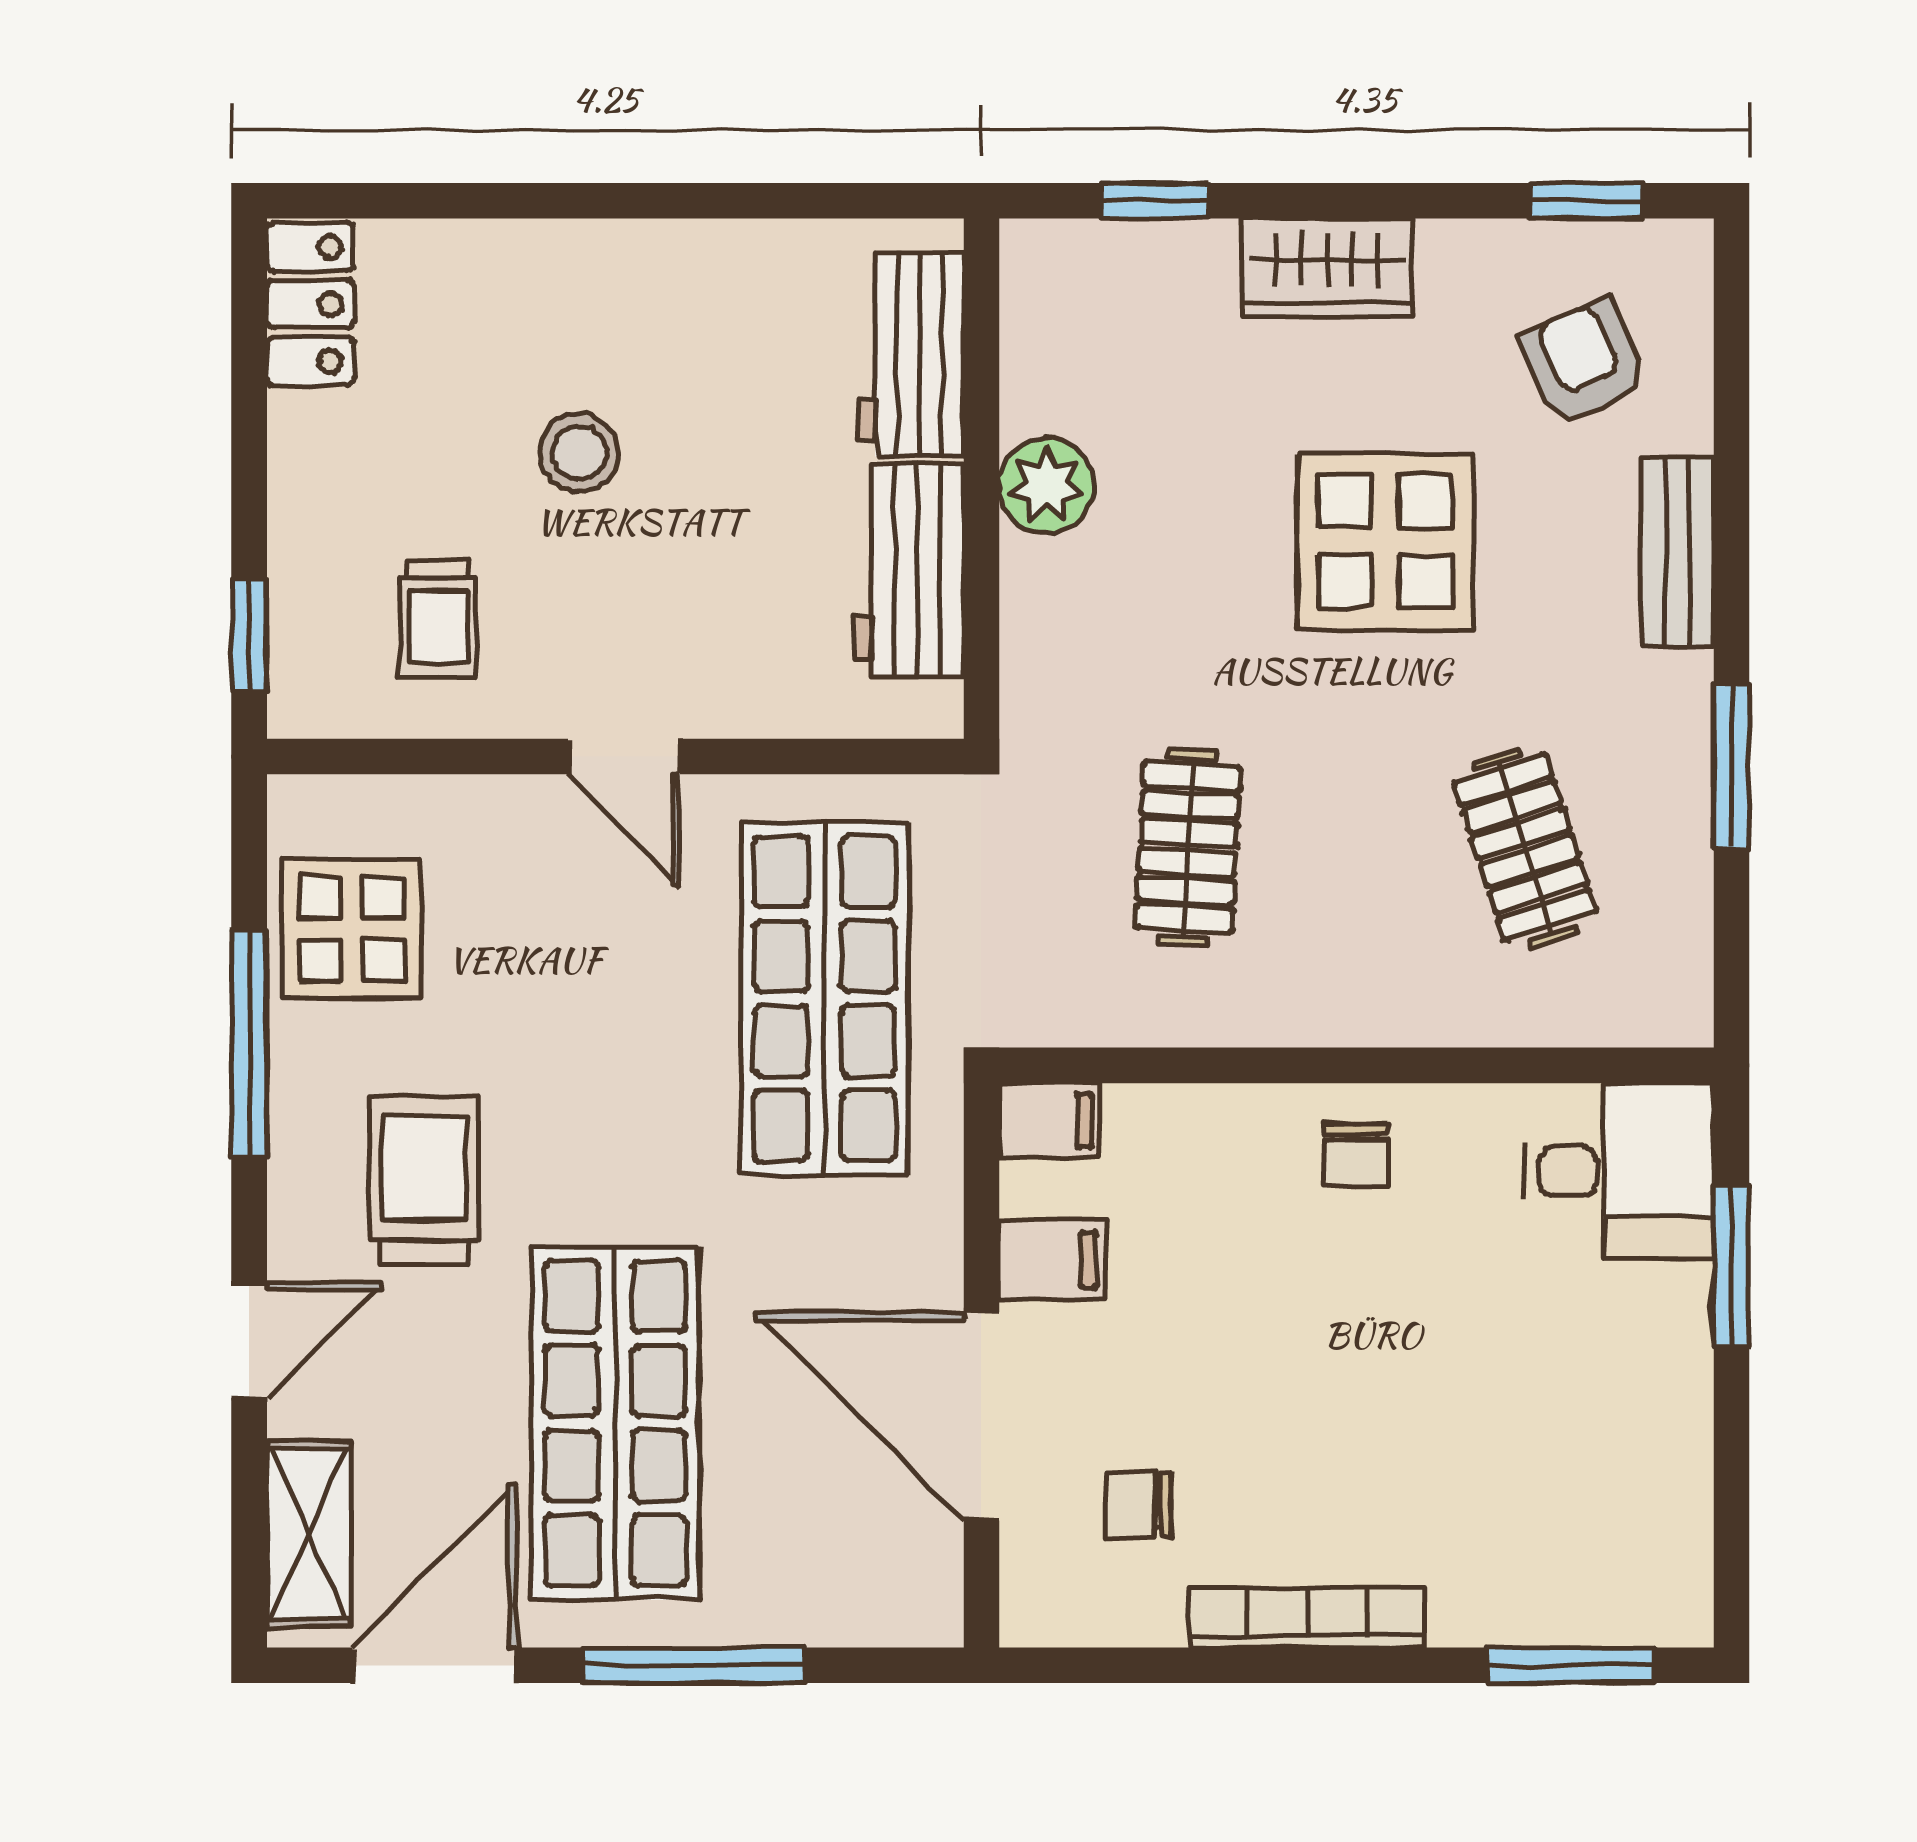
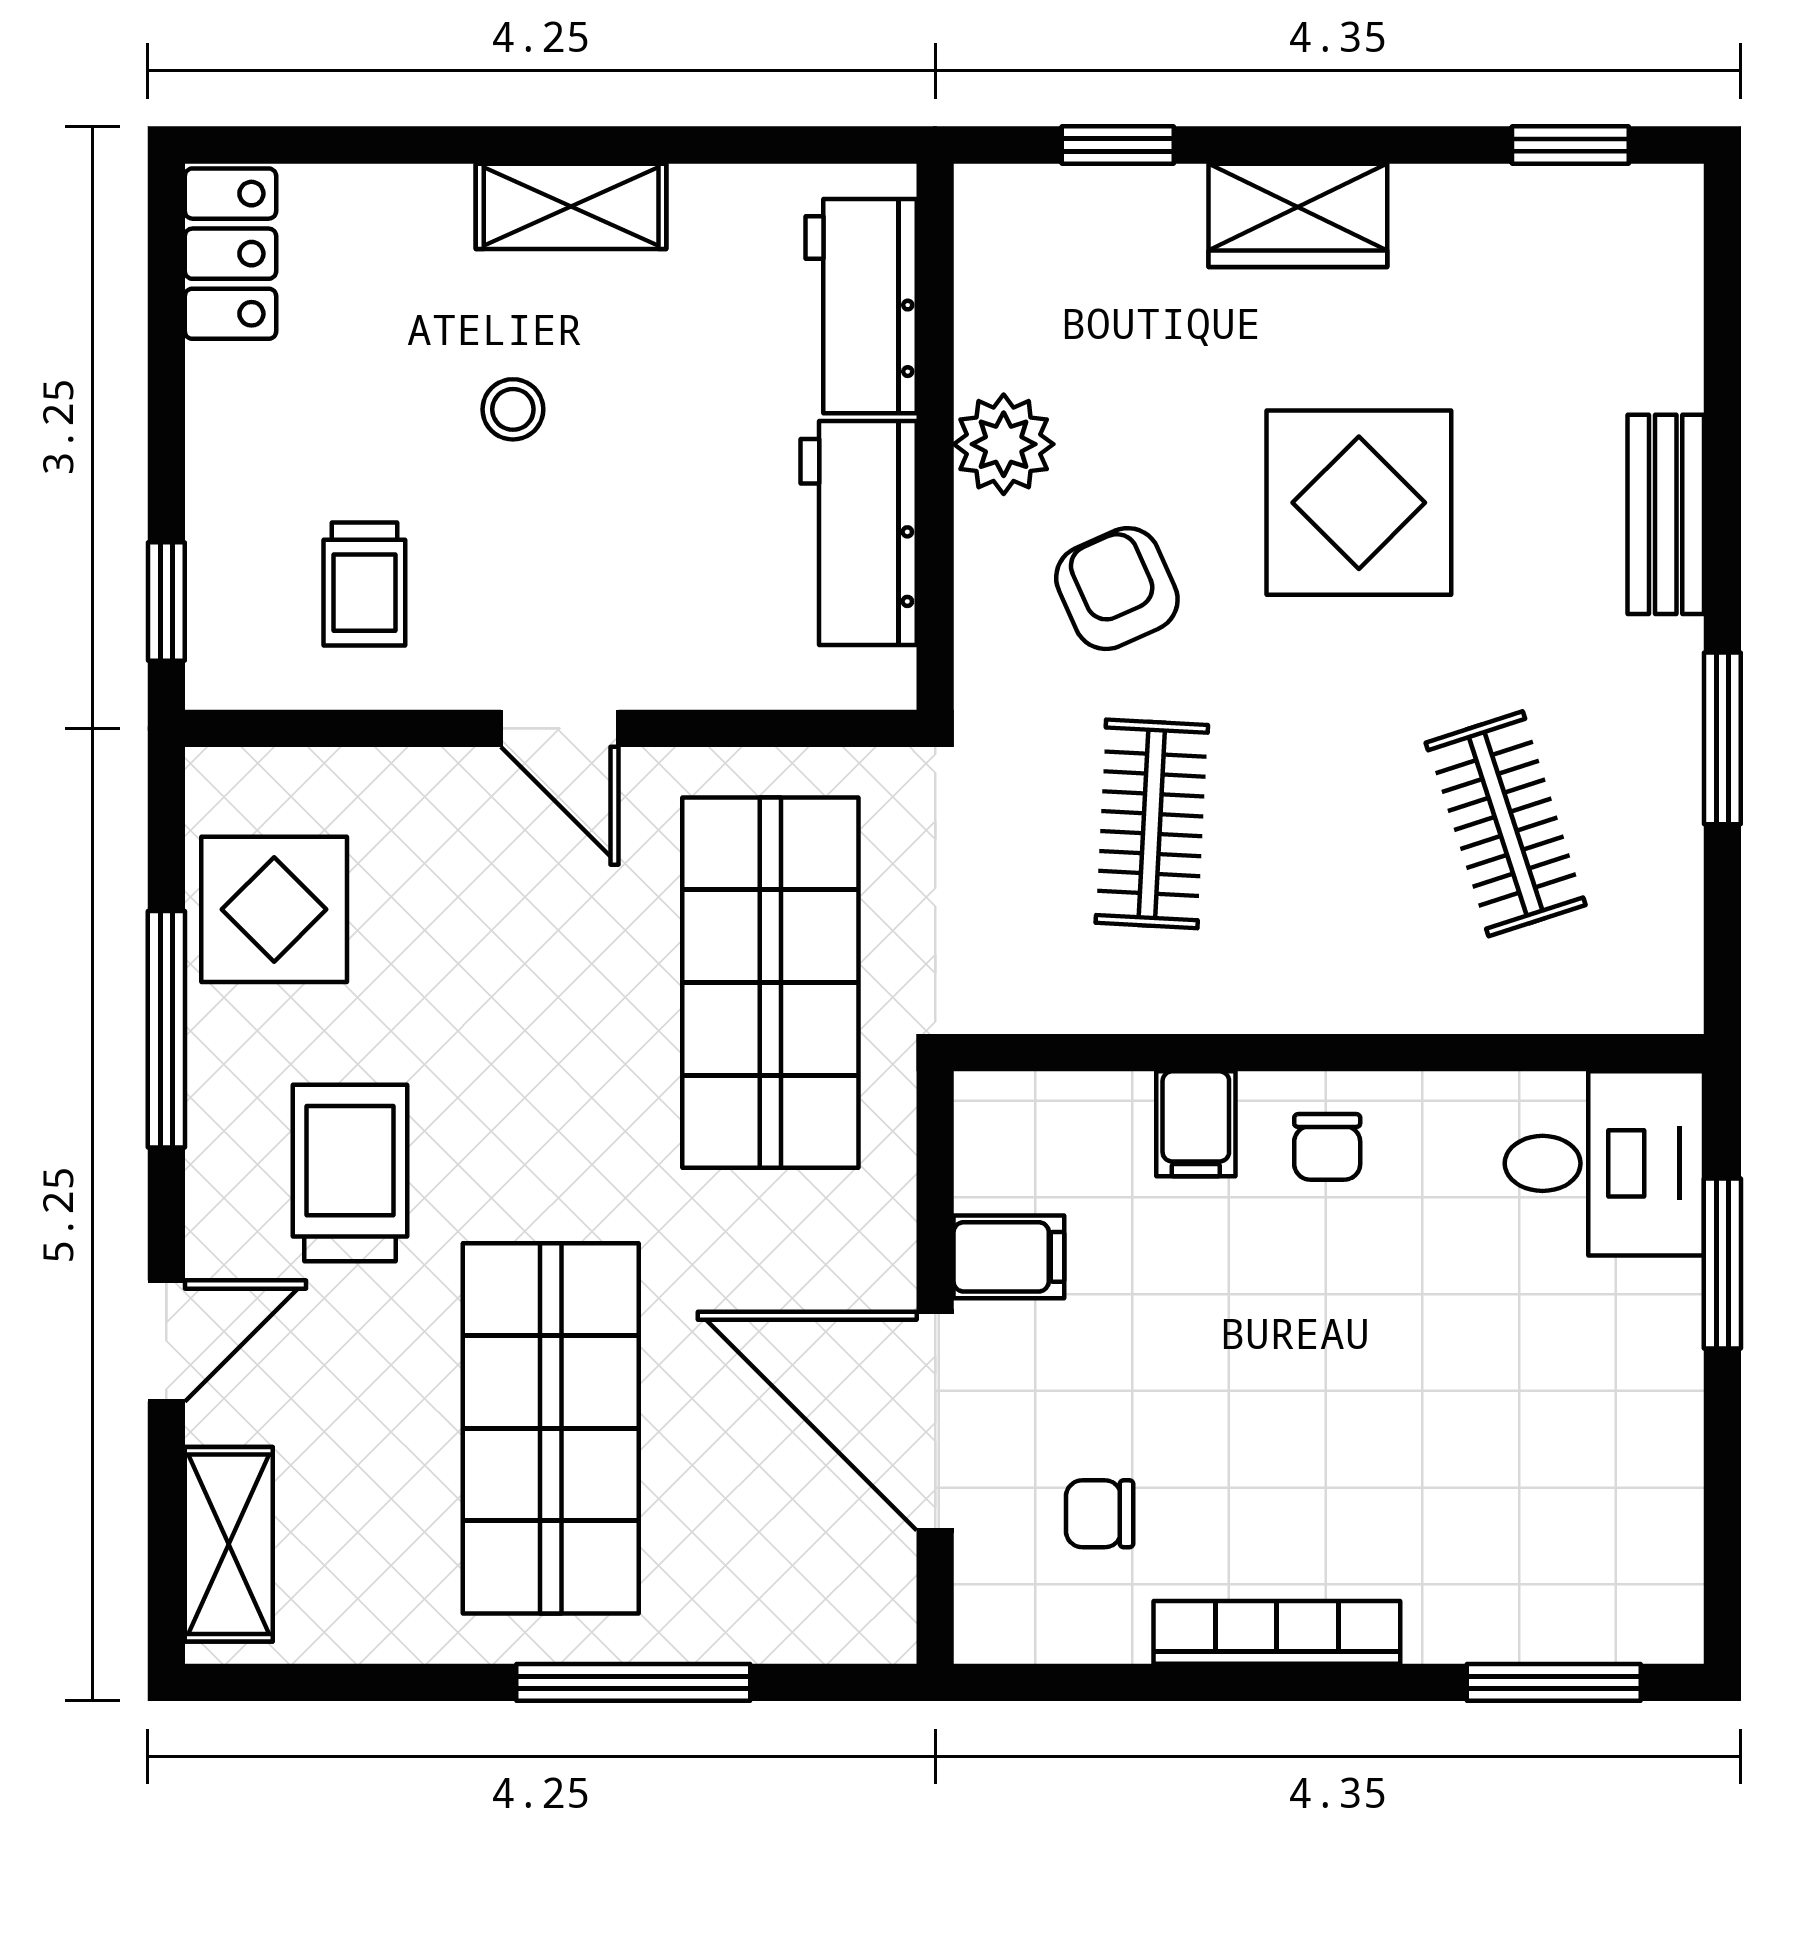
shelving: (635, 259) -> (571, 206), added
armchair: (1584, 362) -> (1117, 589), moved
stool: (579, 453) -> (513, 409), width x0.73, depth x0.73
filing cabinet: (1049, 1121) -> (1196, 1124), moved, turned 90
door: (434, 1665) -> (361, 1682), removed

